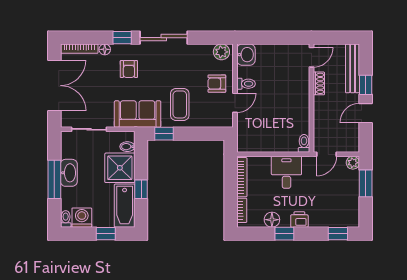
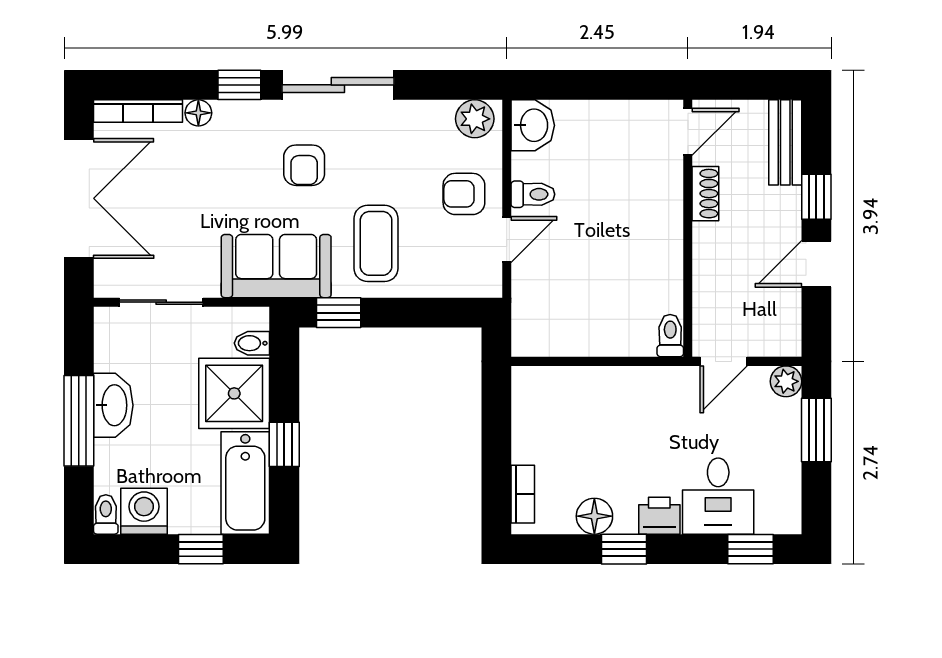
bench: (353, 68) -> (785, 142), width x0.73
armchair: (129, 69) -> (304, 165), moved
desk: (286, 172) -> (718, 496), moved, turned 180
bookcase: (242, 177) -> (523, 415), removed

